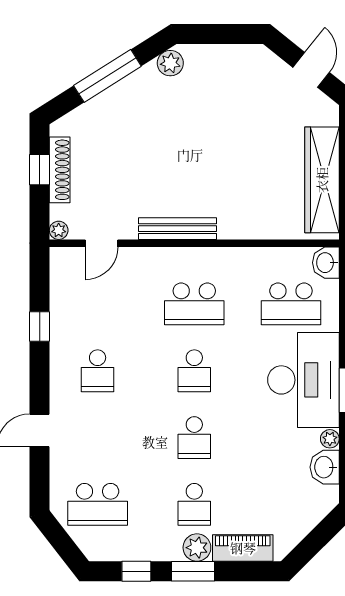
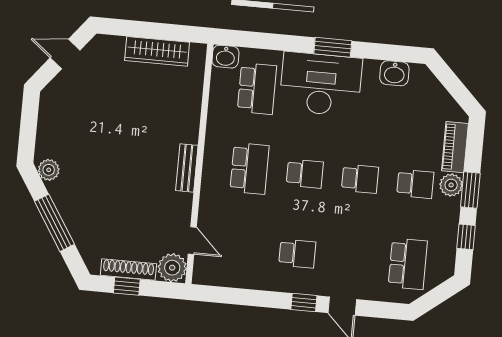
wardrobe: (322, 180) -> (157, 51), width x0.71, depth x0.85
bench: (178, 229) -> (187, 168), width x0.73
plant: (59, 230) -> (172, 268), width x1.88, depth x1.88
window: (40, 327) -> (304, 303), moved
plant: (330, 439) -> (371, 67), removed

